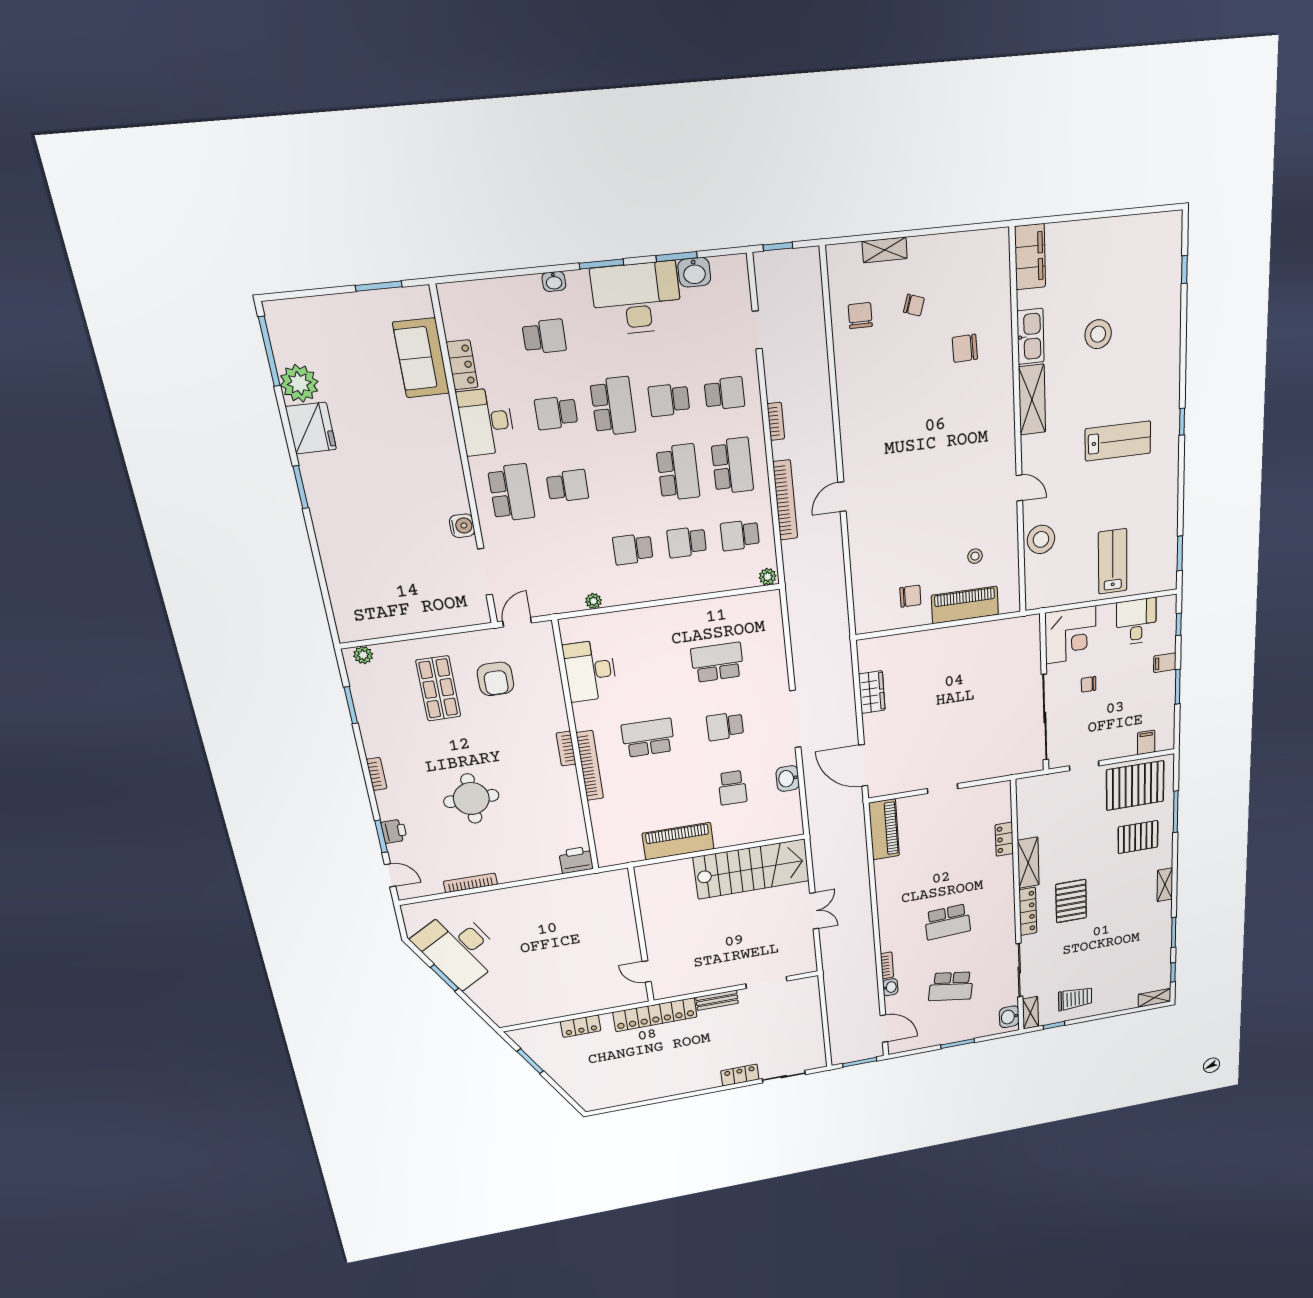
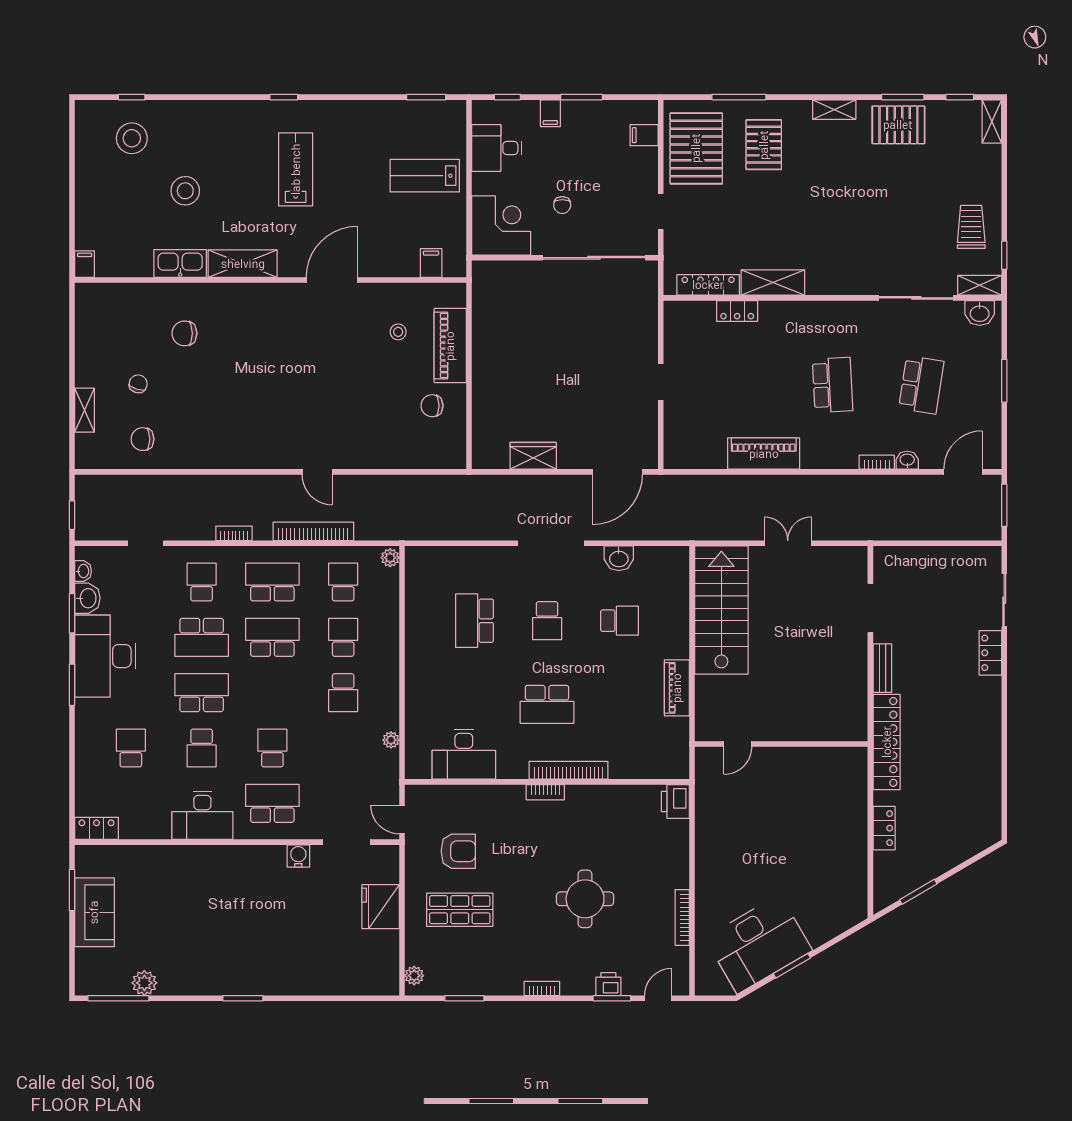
filing cabinet: (1030, 257) -> (85, 264), width x0.33, depth x0.86
washbasin: (554, 281) -> (83, 571), moved
chair: (965, 348) -> (184, 333), turned 92
sofa: (421, 358) -> (94, 912), moved, turned -90
locker: (462, 365) -> (97, 828), moved
plant: (299, 383) -> (144, 983), width x0.73, depth x0.73
school desk: (669, 400) -> (202, 637), width x1.85
fridge: (311, 428) -> (381, 907), moved, turned -90
door: (1019, 488) -> (332, 280), width x1.88
school desk: (740, 535) -> (343, 582), turned 180
stool: (1041, 539) -> (132, 138), moved
school desk: (687, 542) -> (343, 637), turned 180
filing cabinet: (1037, 578) -> (431, 263), added
chair: (910, 596) -> (432, 406), turned -90
school desk: (648, 738) -> (547, 704), turned -90
piano: (884, 829) -> (764, 454), moved
piano: (678, 841) -> (677, 688), width x0.73, depth x0.75
pallet: (1071, 901) -> (898, 125), moved
locker: (1028, 911) -> (708, 285), moved
door: (647, 972) -> (738, 744), moved

